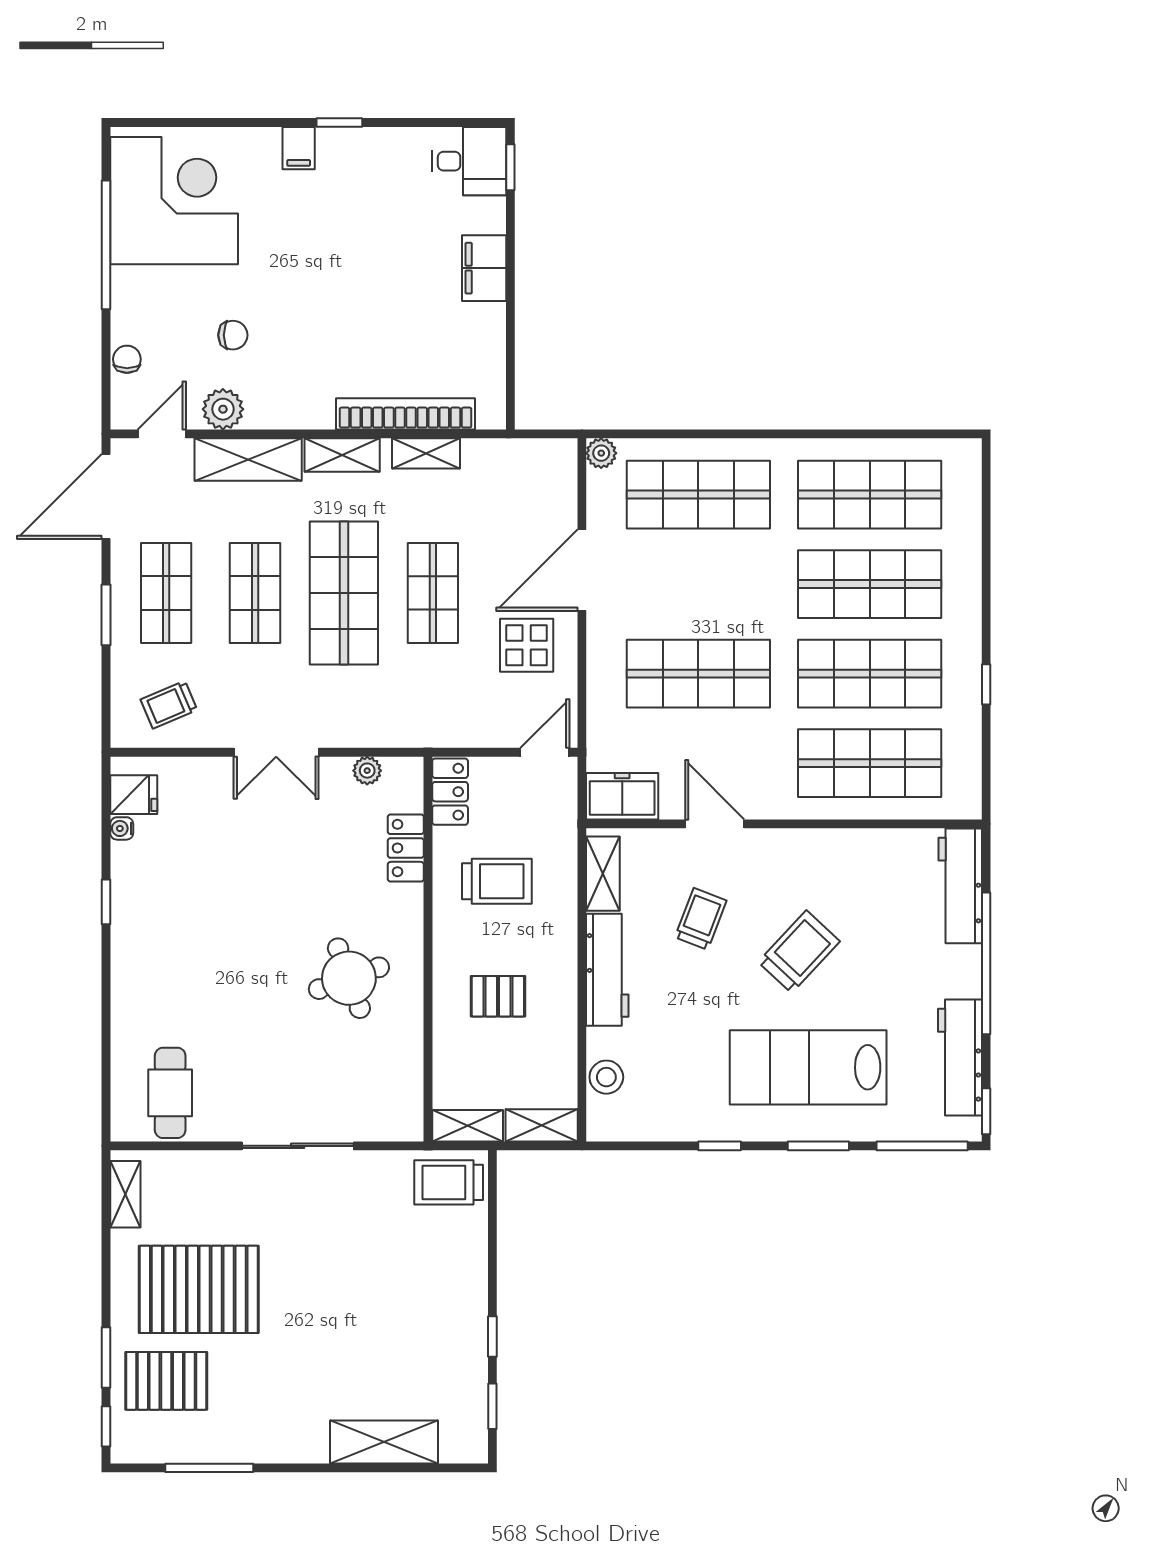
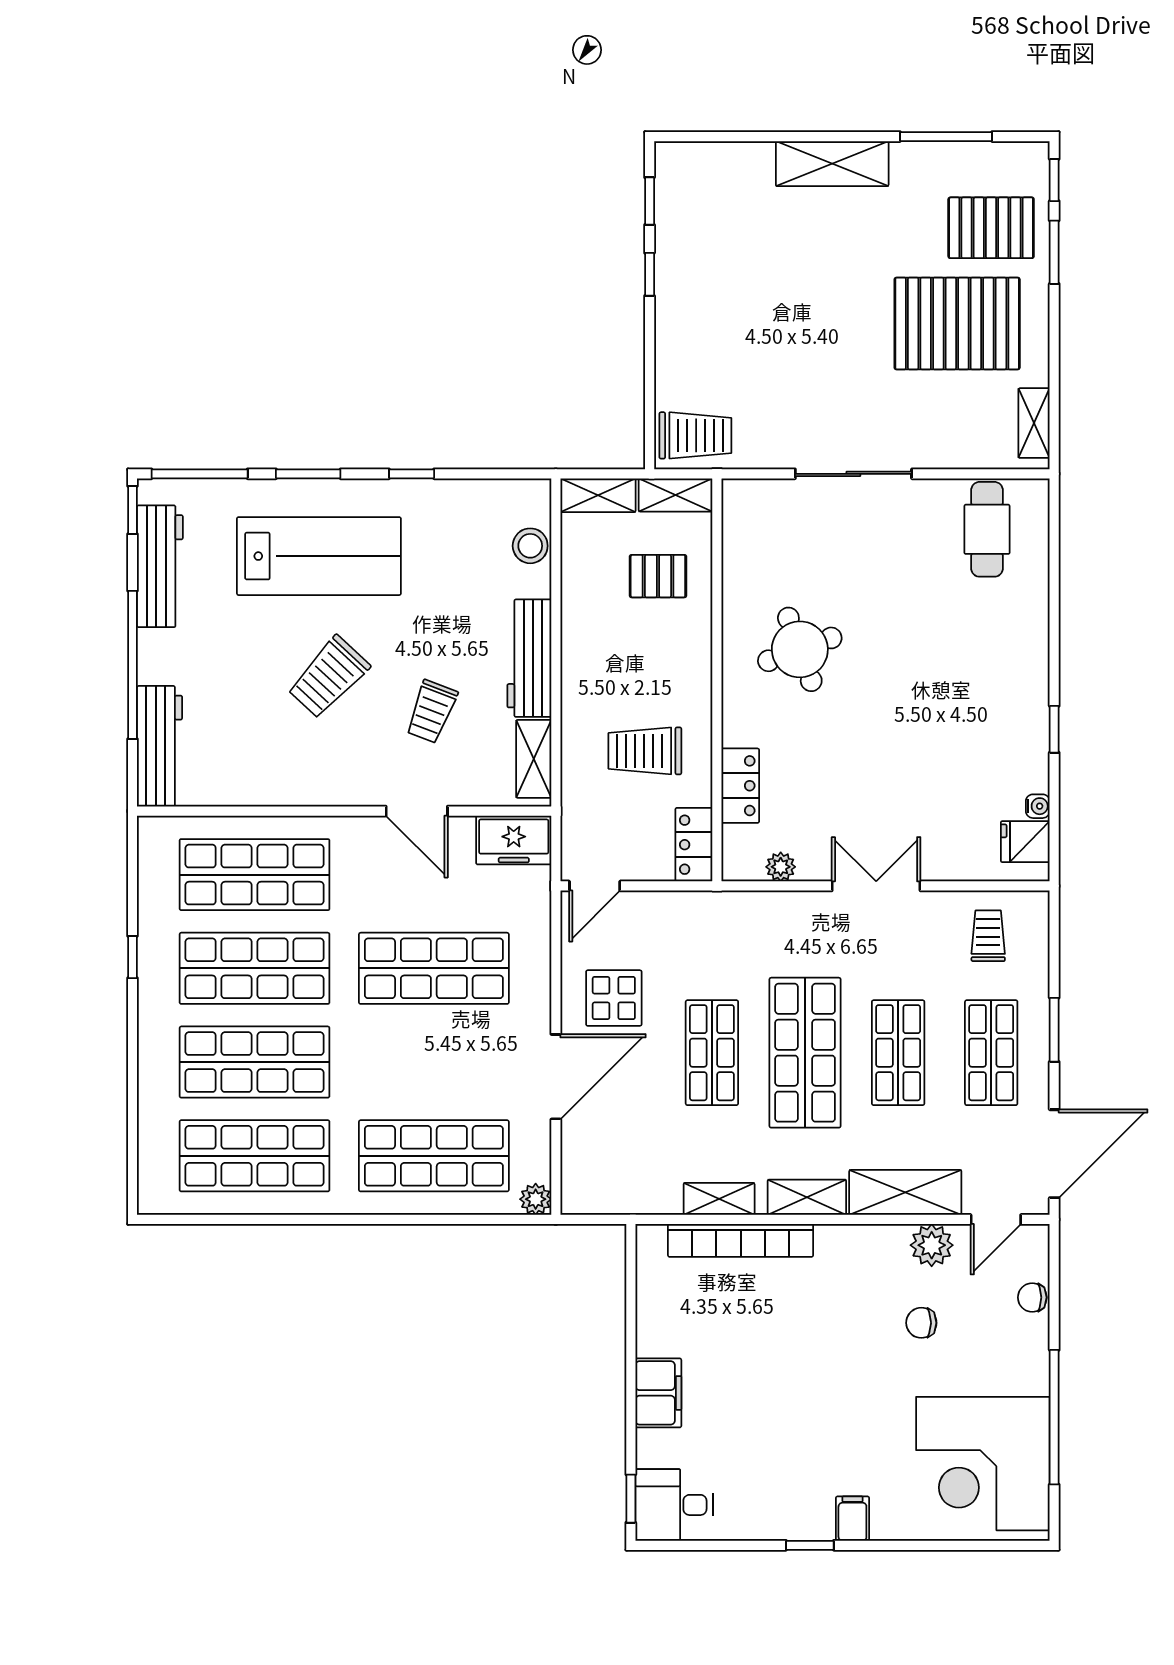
chair: (127, 359) -> (1032, 1297), turned 90
trolley: (169, 705) -> (988, 936), turned -67
pallet: (498, 996) -> (658, 576), moved
shelving: (384, 1442) -> (832, 164), moved

